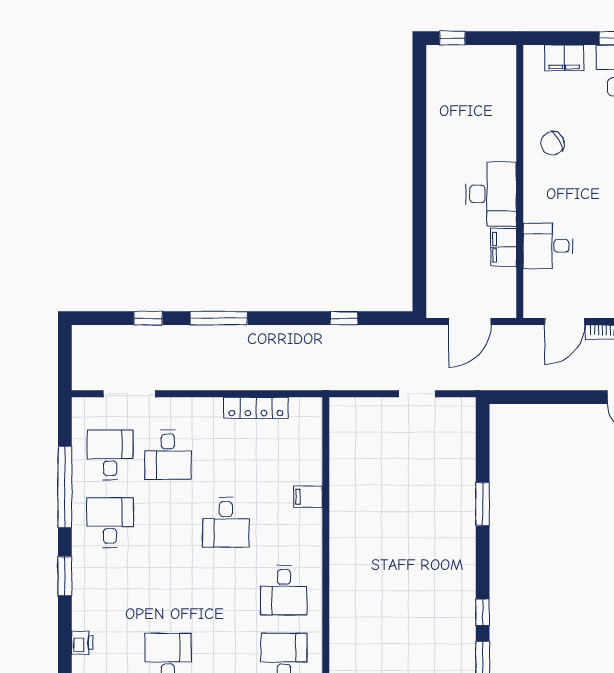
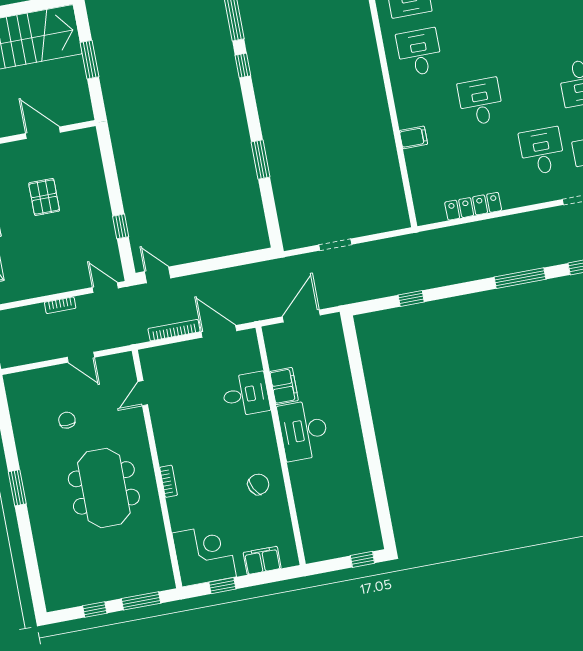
door: (565, 322) -> (219, 331), hinge flipped

